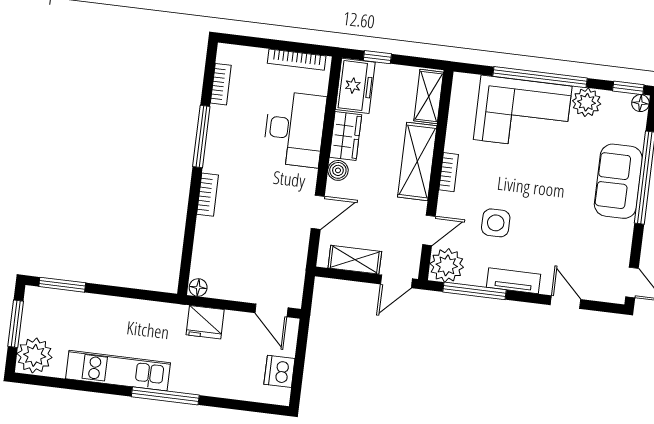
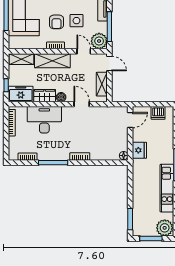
armchair: (498, 180) -> (56, 22), added

